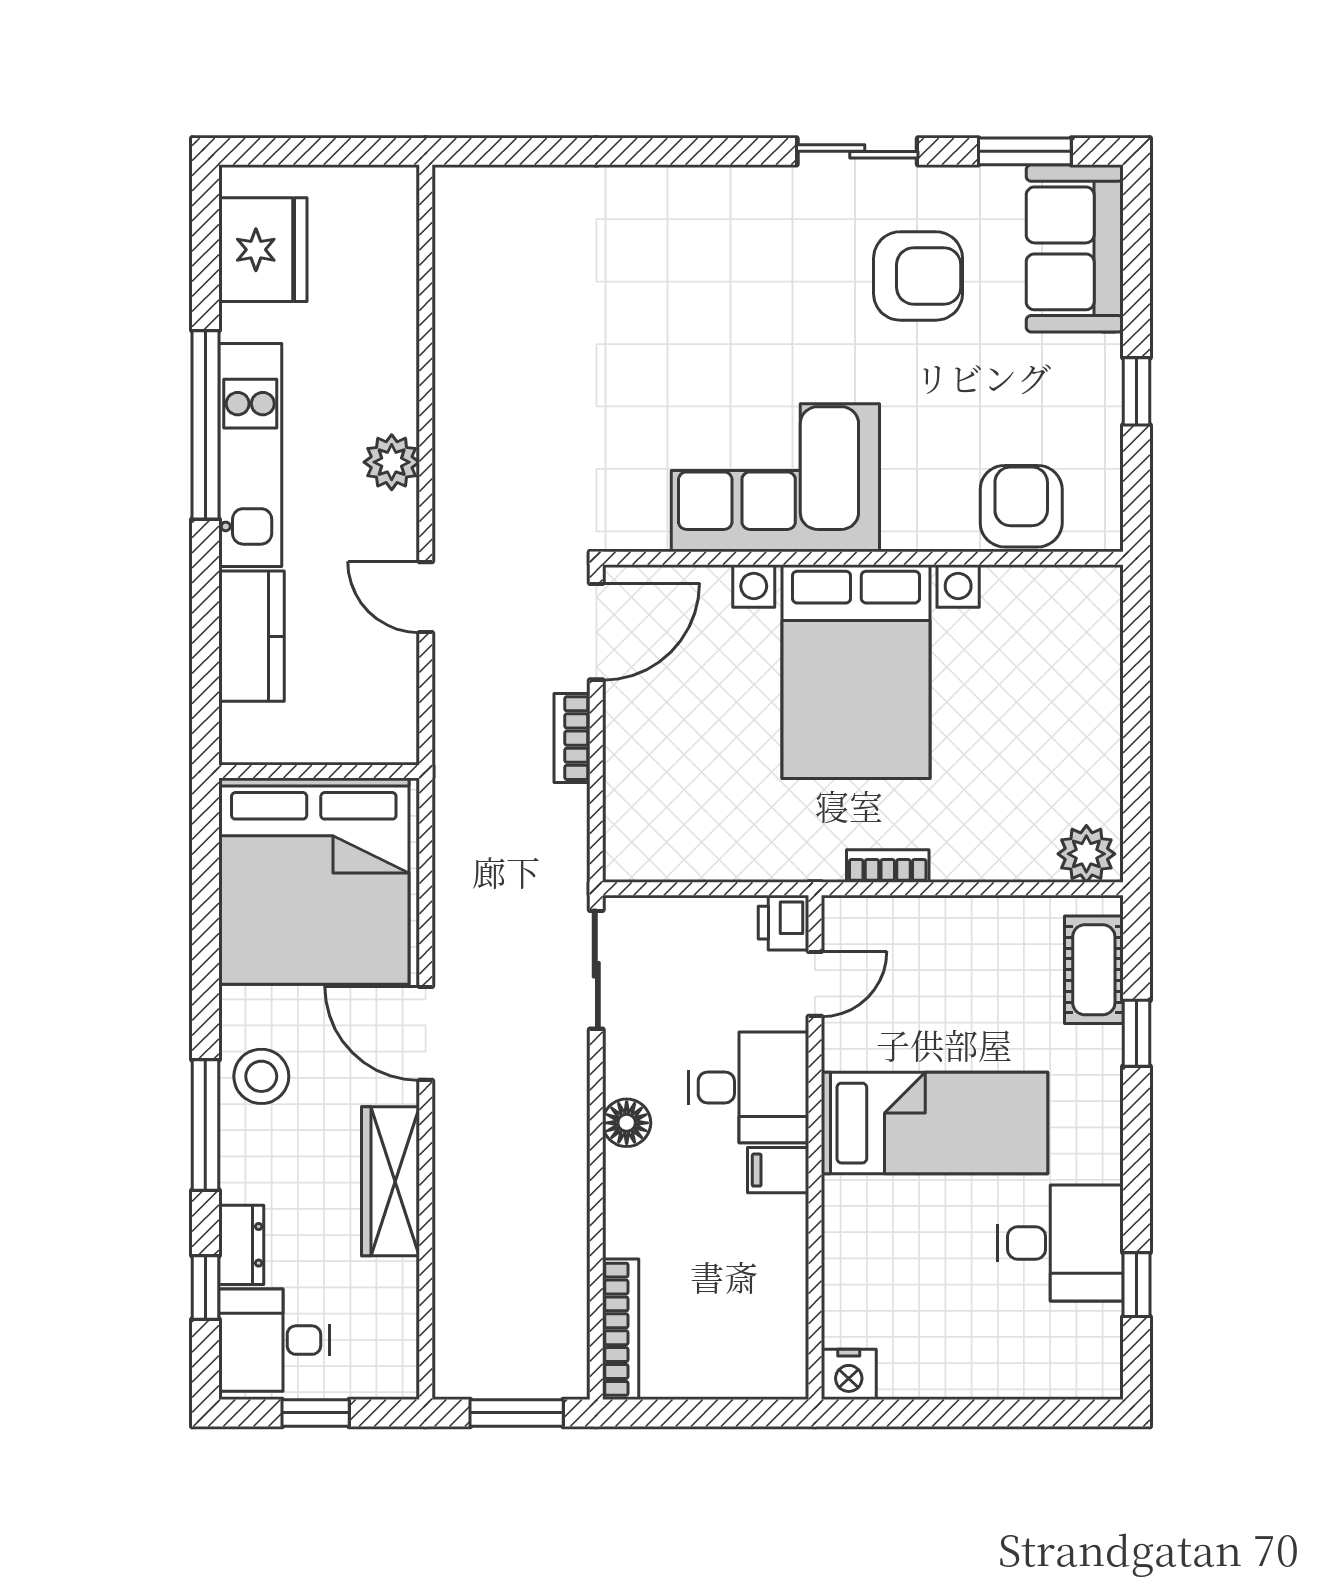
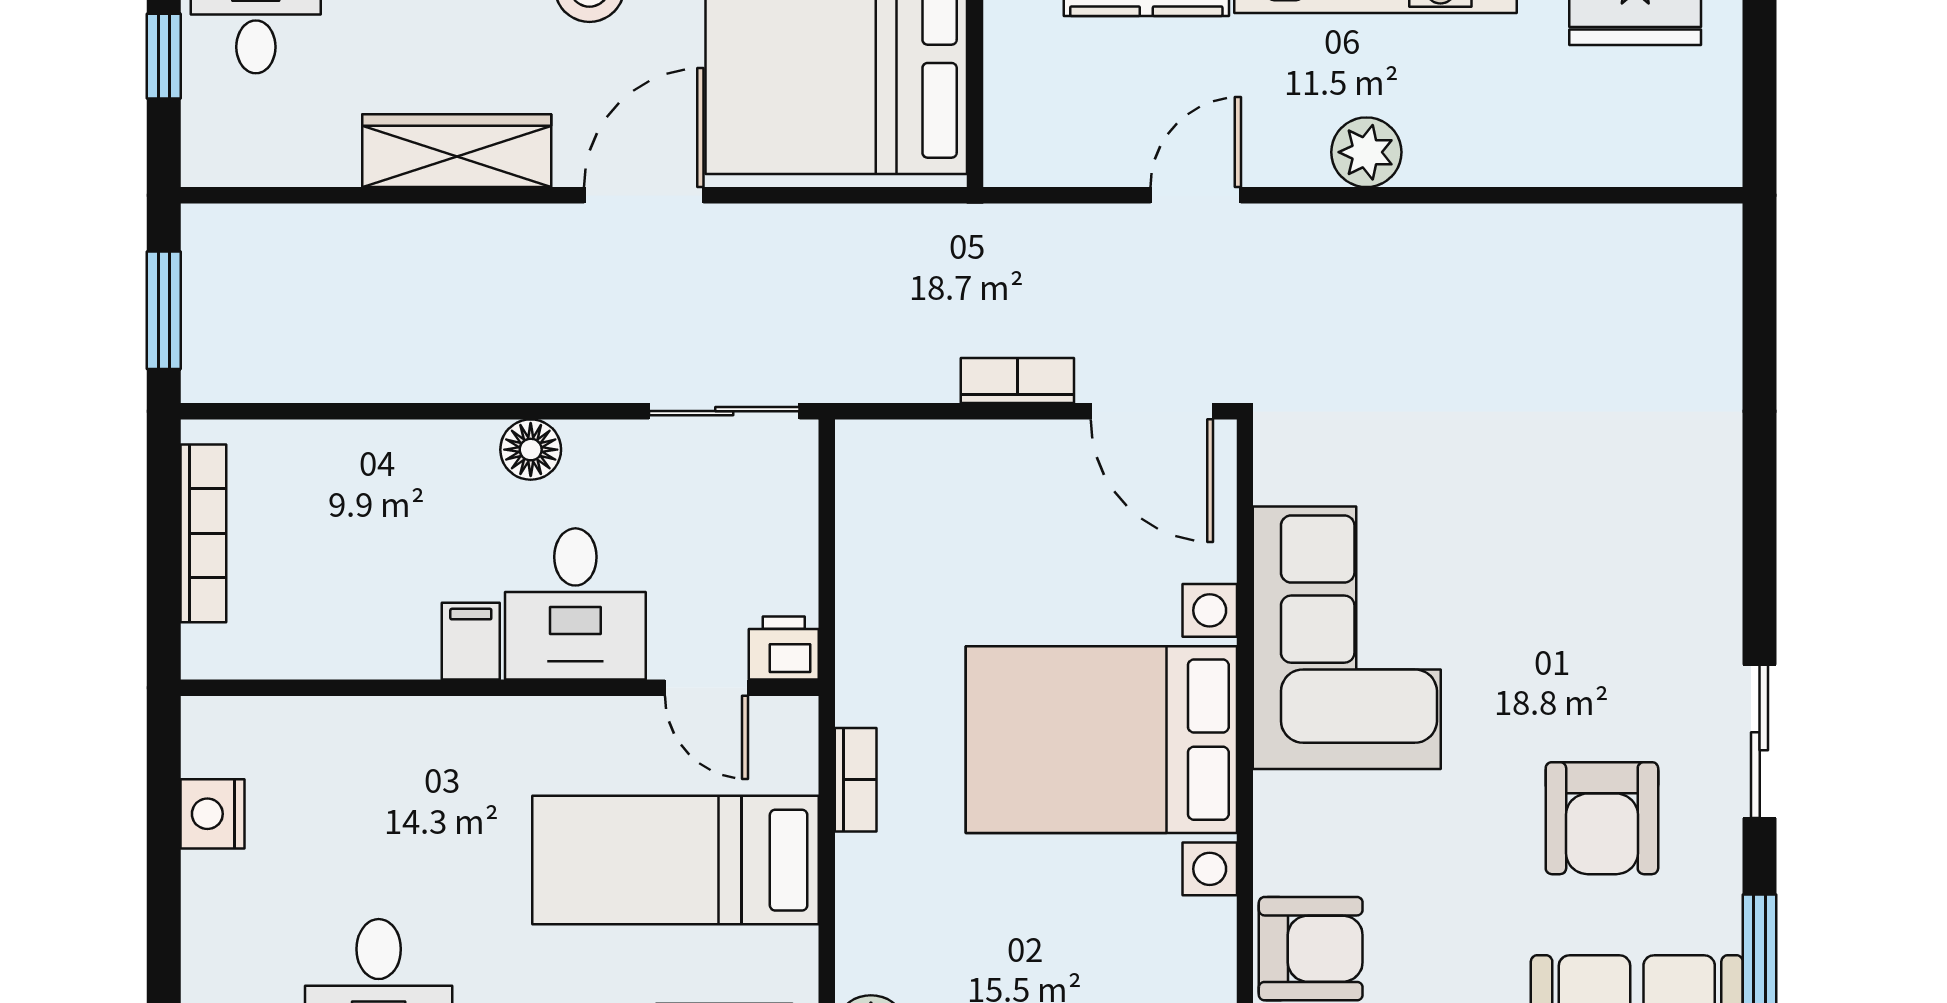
bed: (934, 1123) -> (675, 860), moved, turned 90
bookcase: (621, 1329) -> (203, 533), moved, turned -90
nightstand: (849, 1374) -> (212, 814), moved

